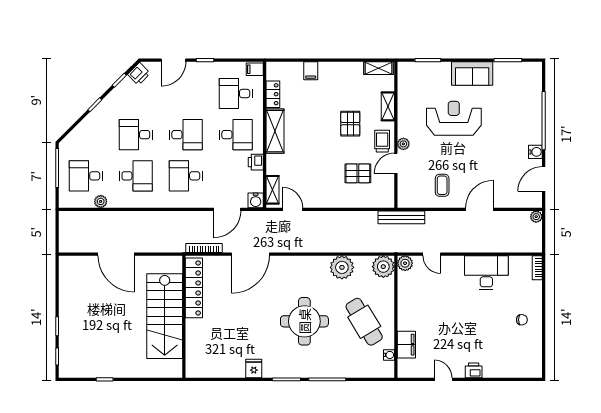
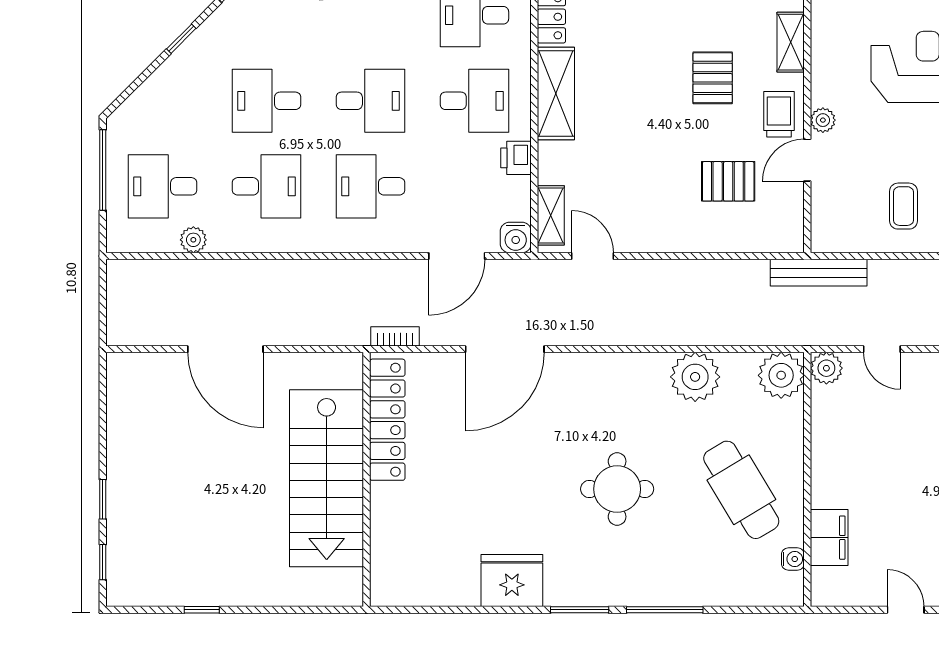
bookcase: (204, 248) -> (395, 336), width x0.64
round table: (304, 321) -> (617, 489), width x0.73, depth x0.73
fridge: (254, 369) -> (512, 581), width x1.88, depth x1.34

